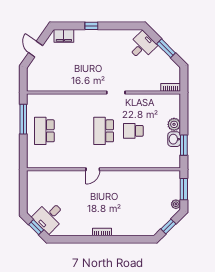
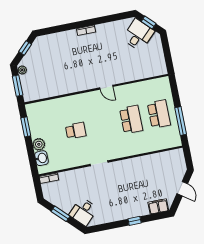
school desk: (104, 131) -> (131, 120), moved
washbasin: (174, 139) -> (42, 158), moved
door: (93, 169) -> (106, 87), swing flipped

